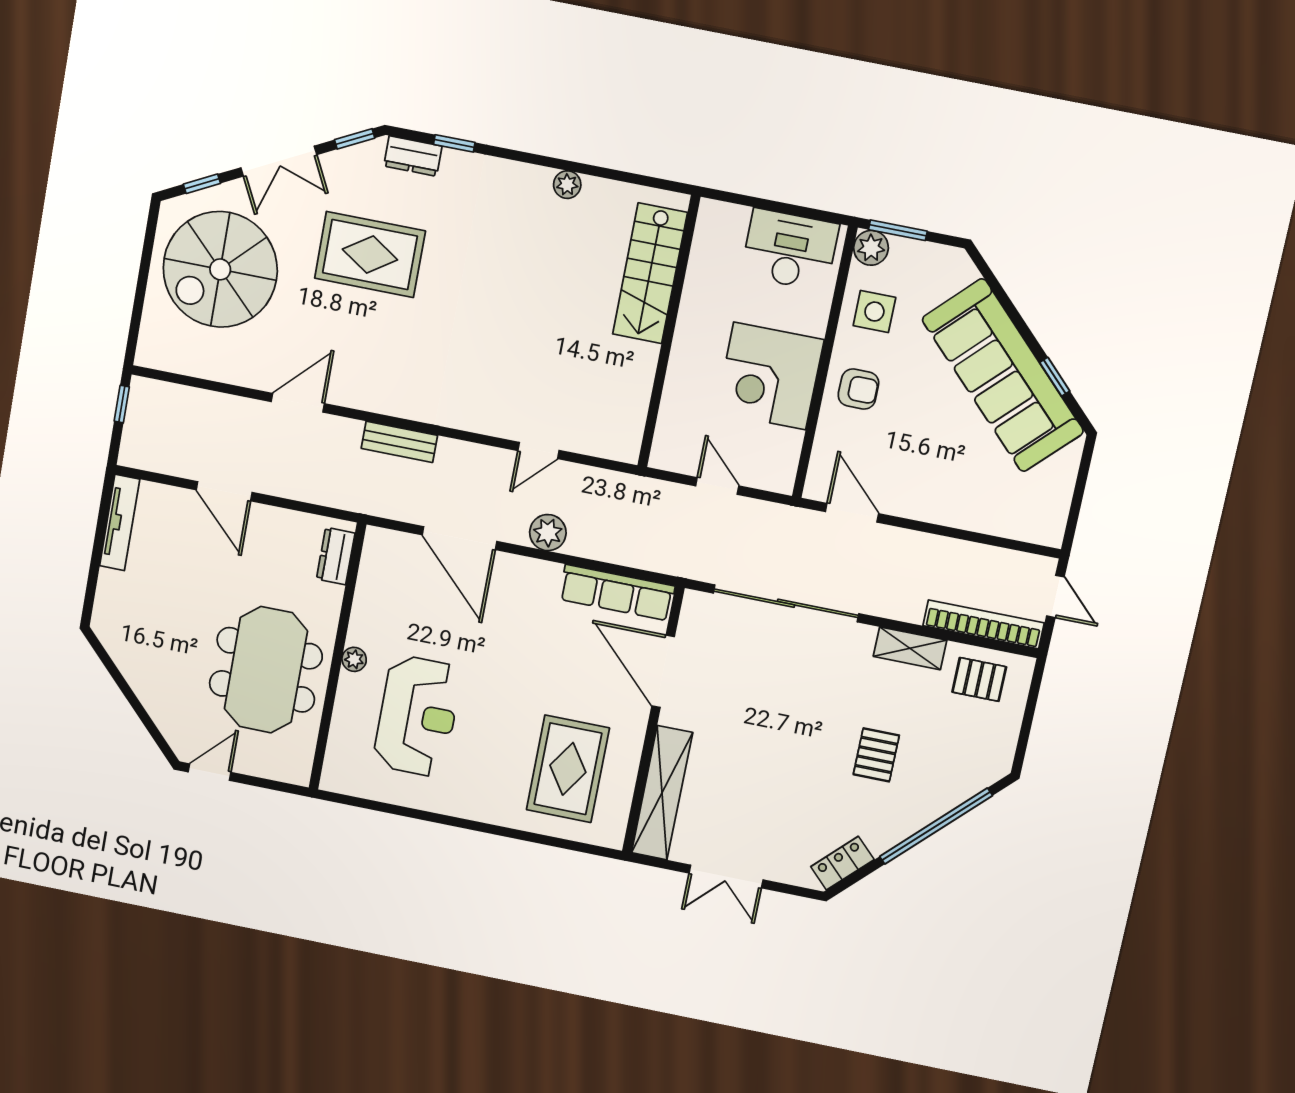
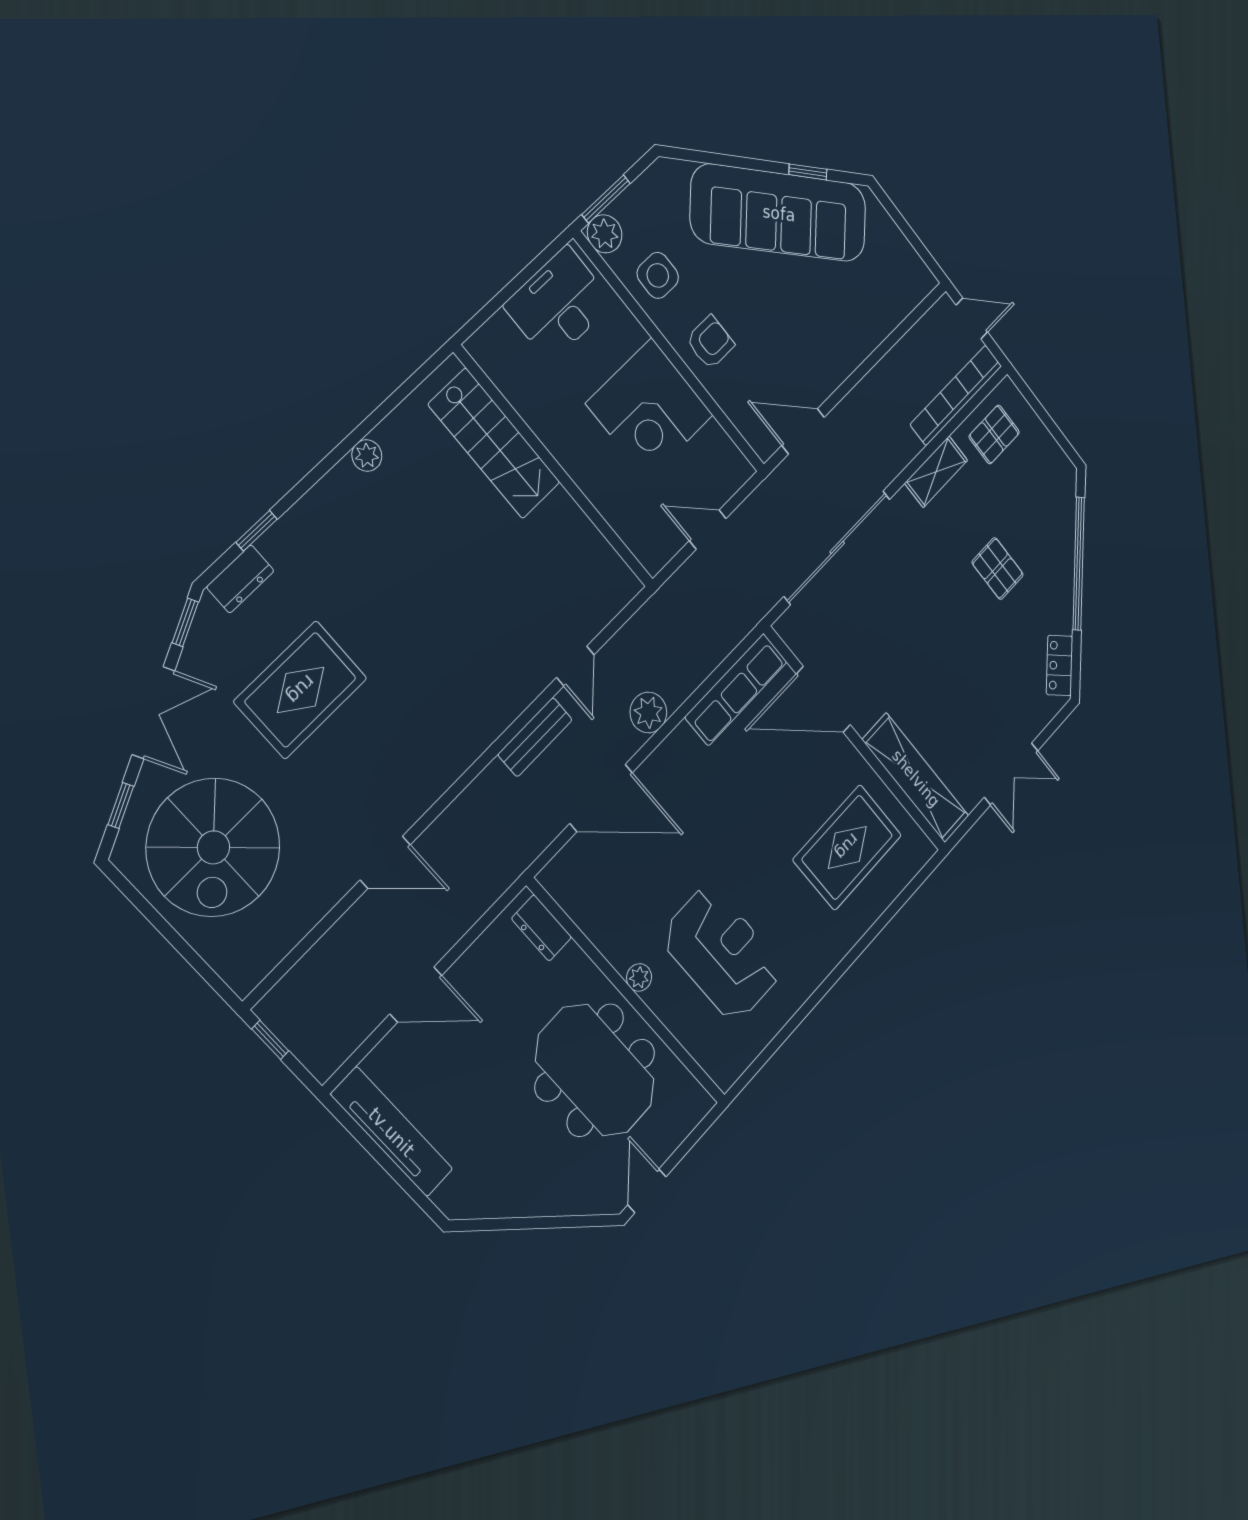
door: (298, 403) -> (385, 862), swing flipped
bench: (399, 442) -> (535, 737), moved
tv unit: (120, 523) -> (392, 1132), width x1.36, depth x1.29
rug: (568, 769) -> (847, 847), turned 90

